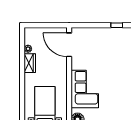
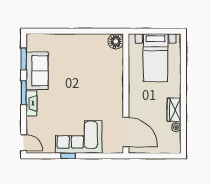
corner sofa: (85, 89) -> (79, 137), moved, turned 90

